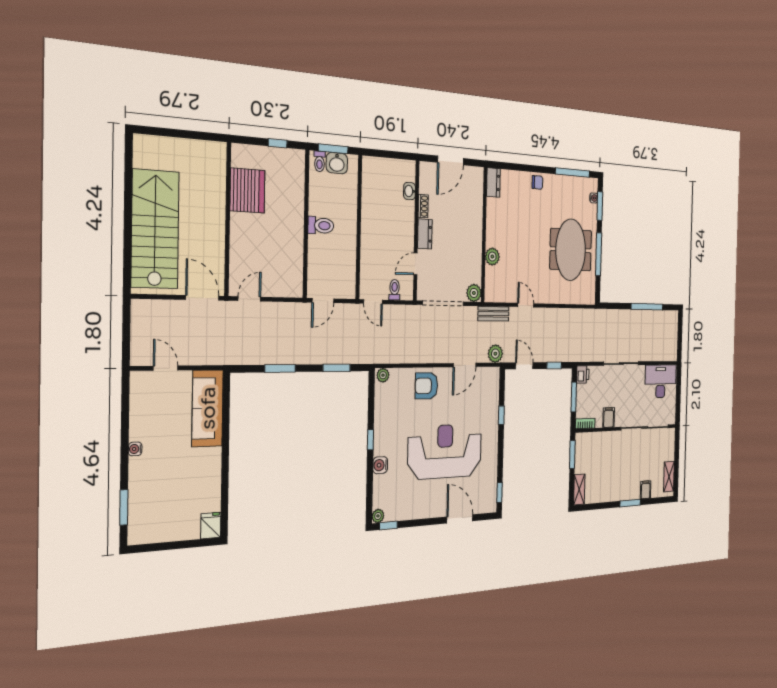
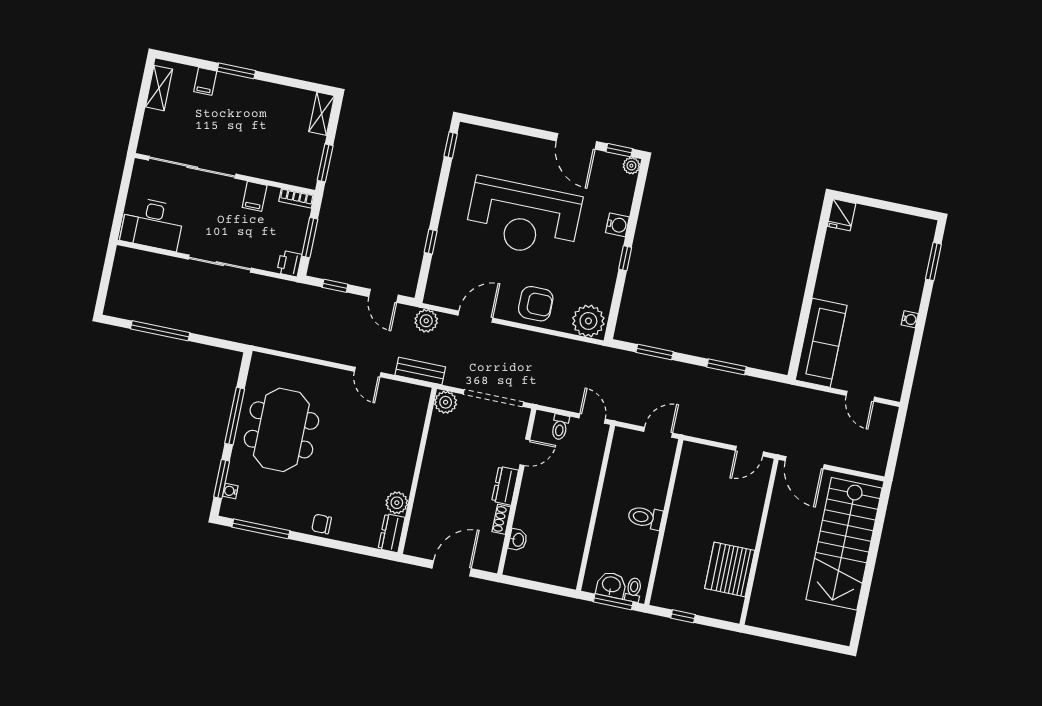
plant: (492, 257) -> (397, 503), moved
plant: (383, 375) -> (588, 321), width x1.88, depth x1.88
door: (460, 519) -> (576, 141), moved

